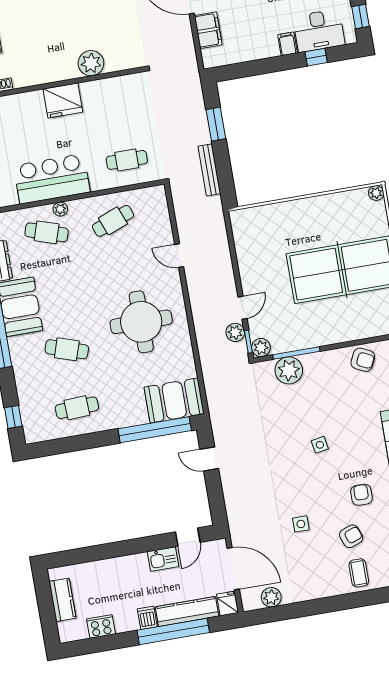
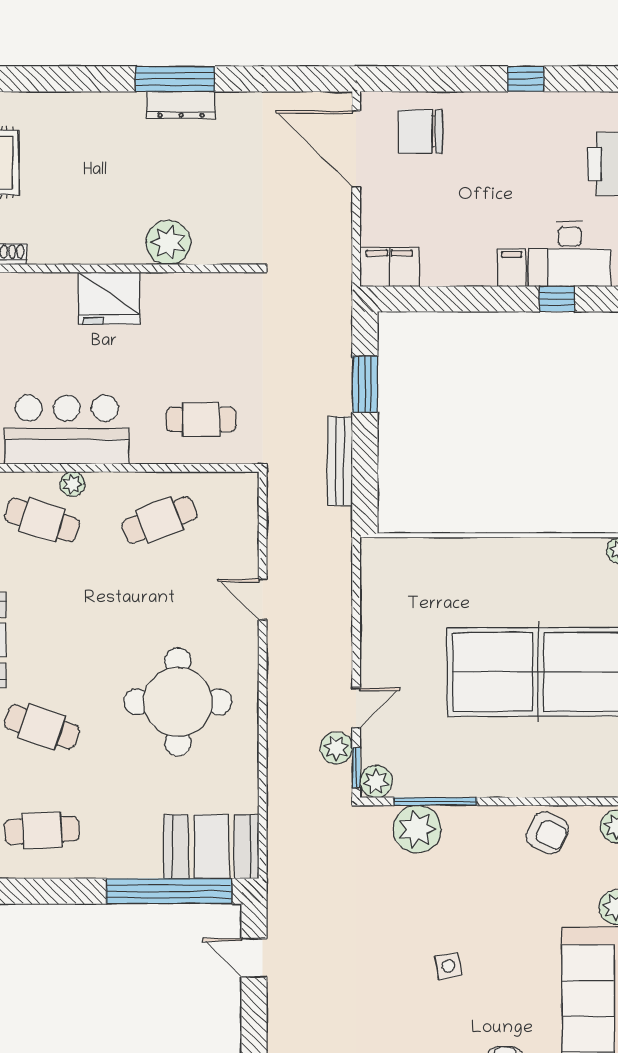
filing cabinet: (208, 30) -> (389, 267), moved, turned -90

